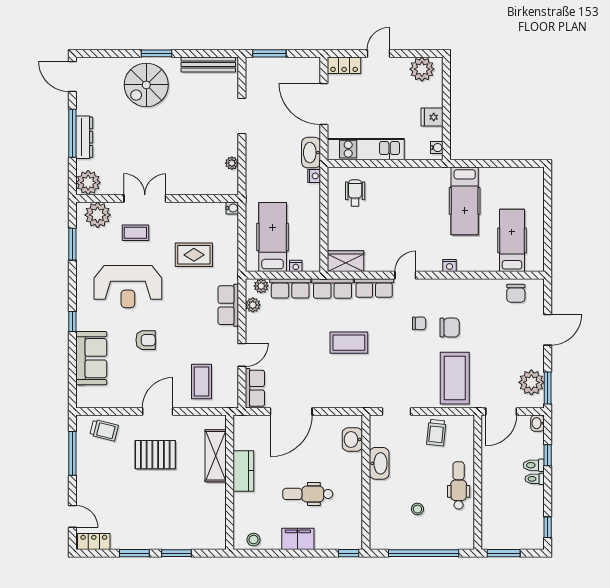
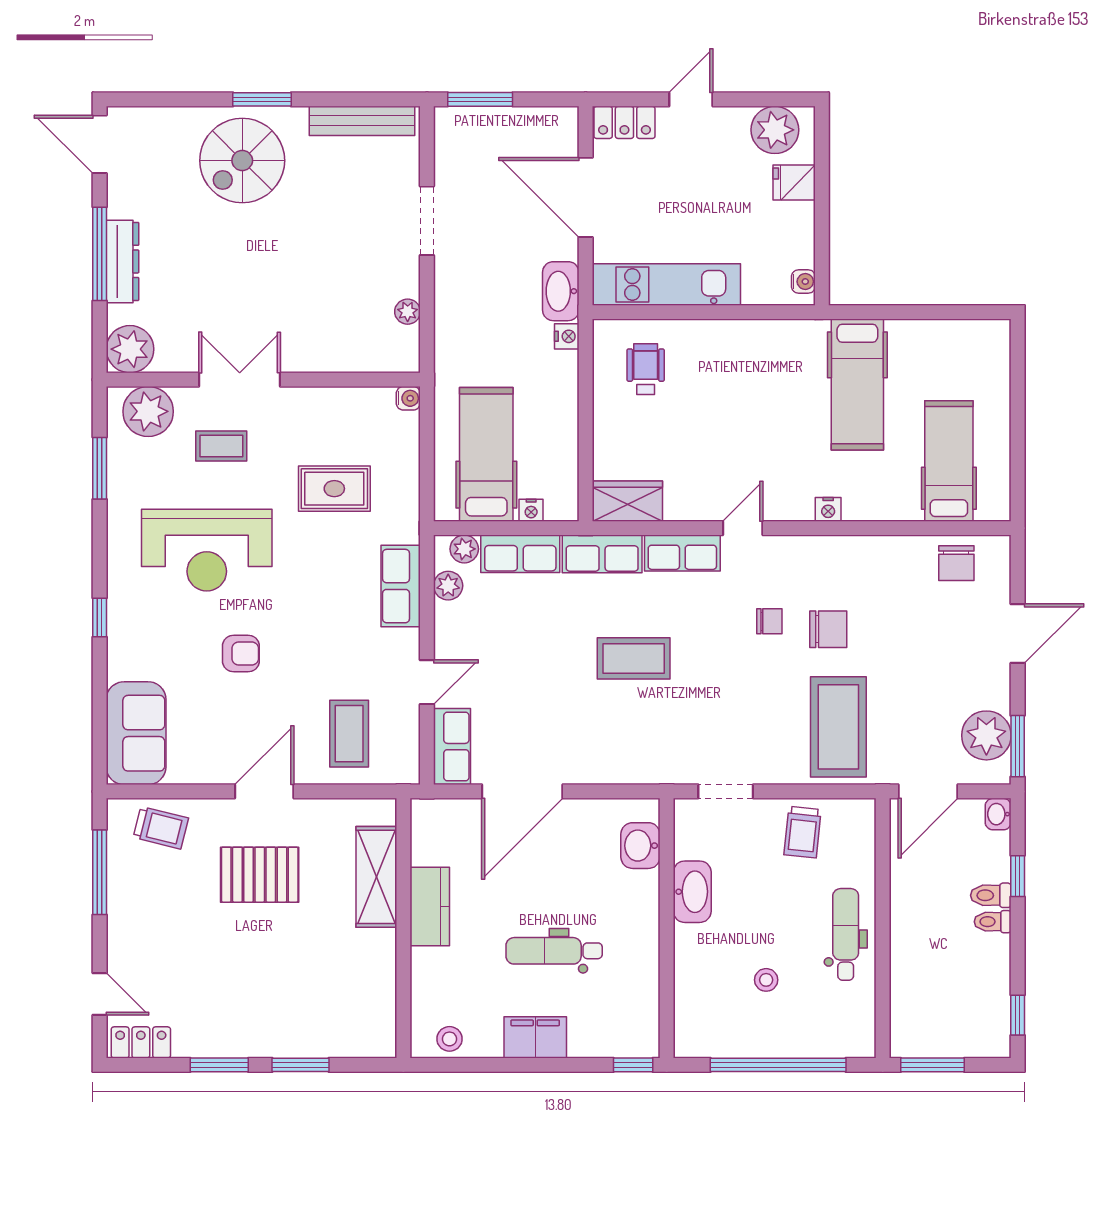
fridge: (432, 117) -> (794, 183), moved
sofa: (91, 358) -> (136, 733), moved

